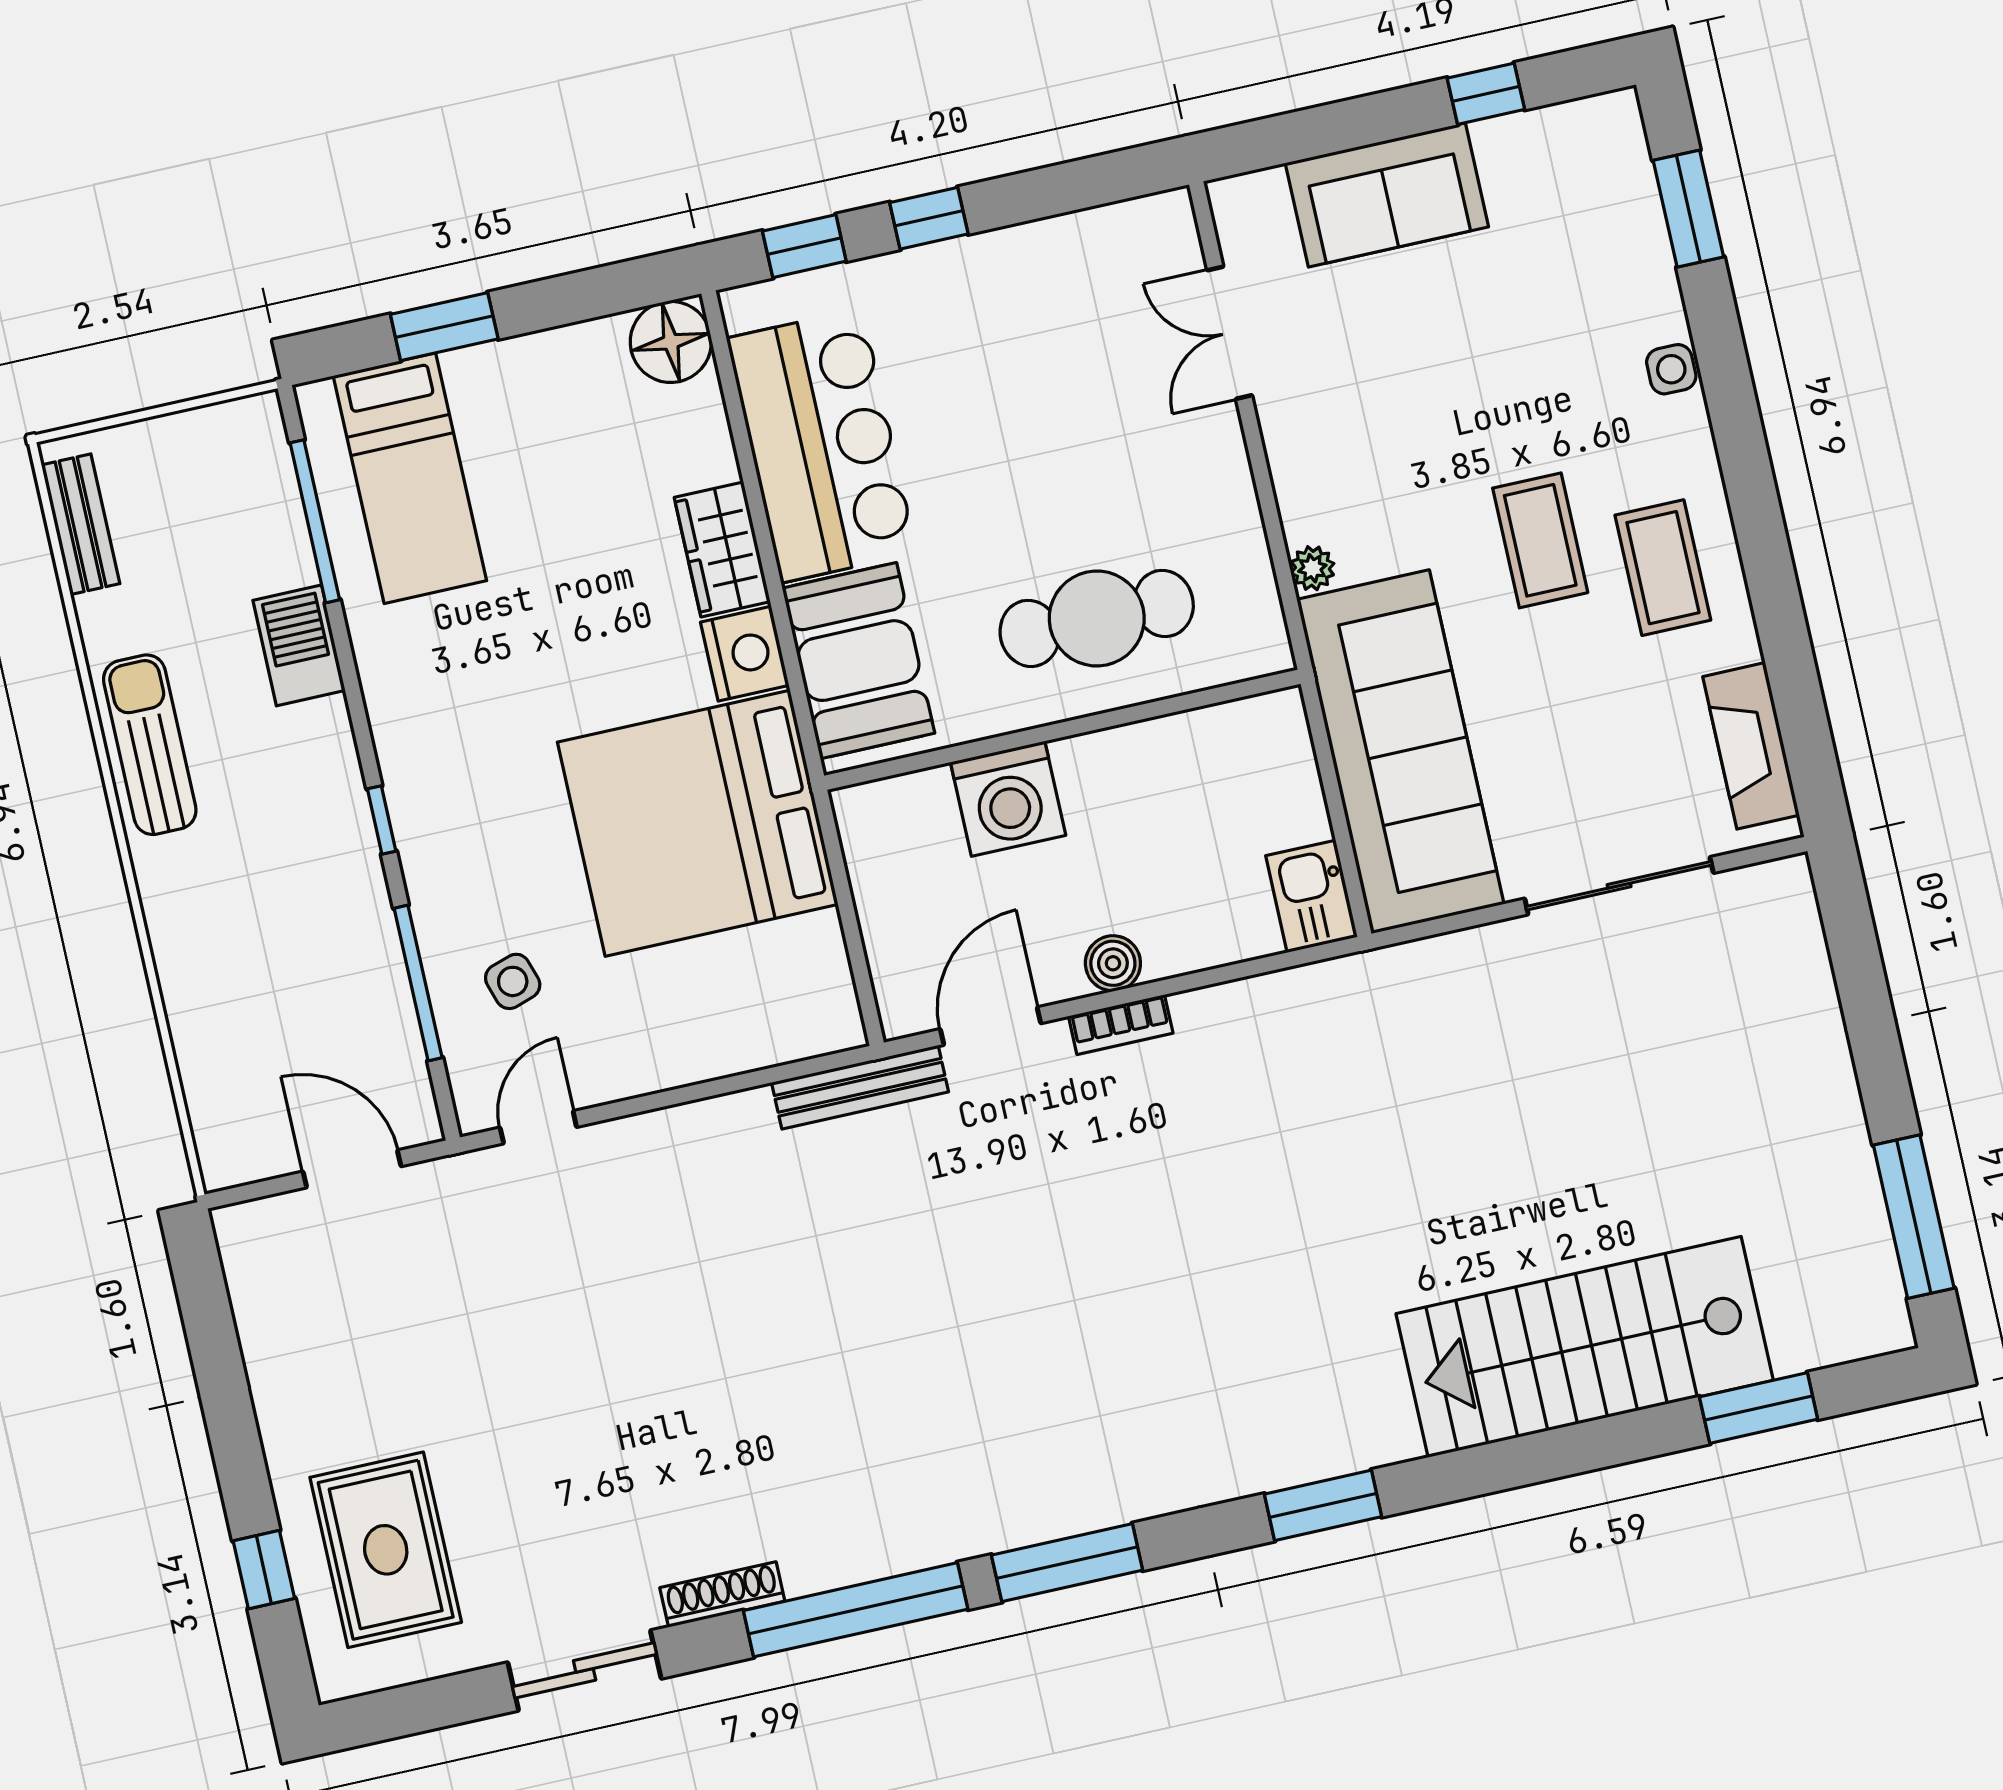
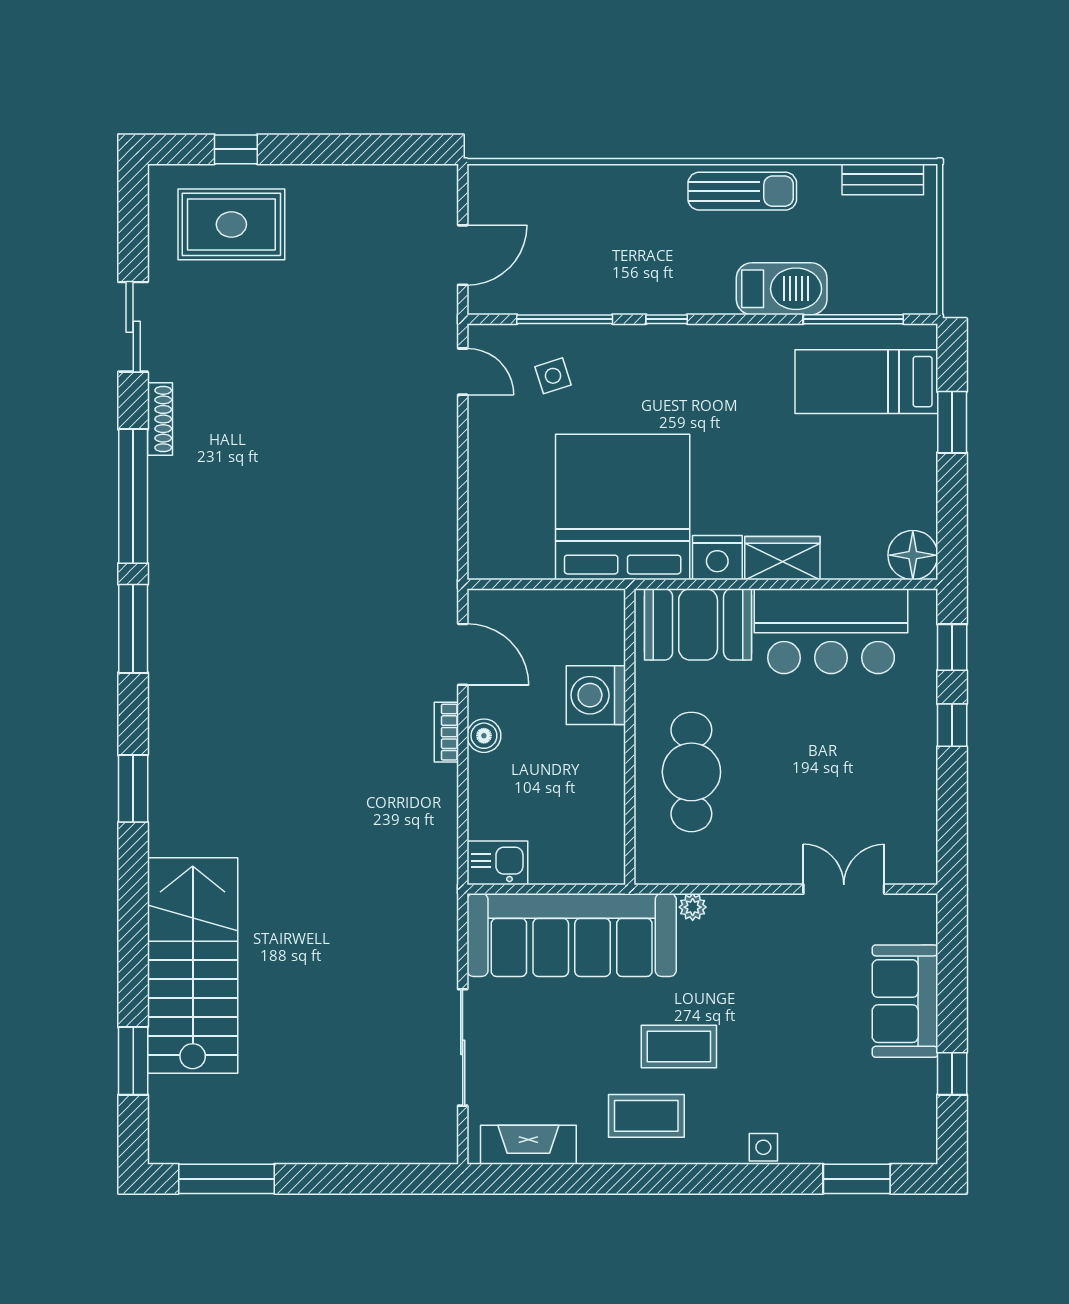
barbecue: (299, 645) -> (782, 289), width x1.37, depth x1.21
bench: (860, 1087) -> (444, 569), removed

